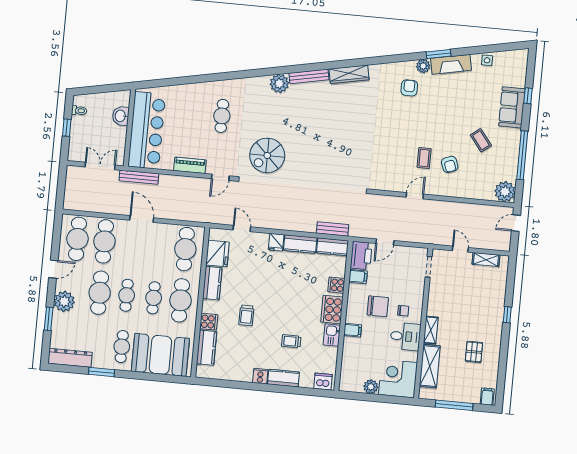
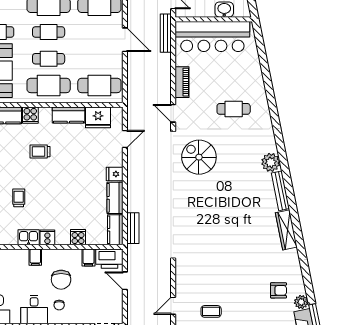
door: (415, 196) -> (173, 306), swing flipped
door: (142, 219) -> (125, 40), hinge flipped
cooker: (332, 310) -> (47, 237), width x0.53, depth x0.76

